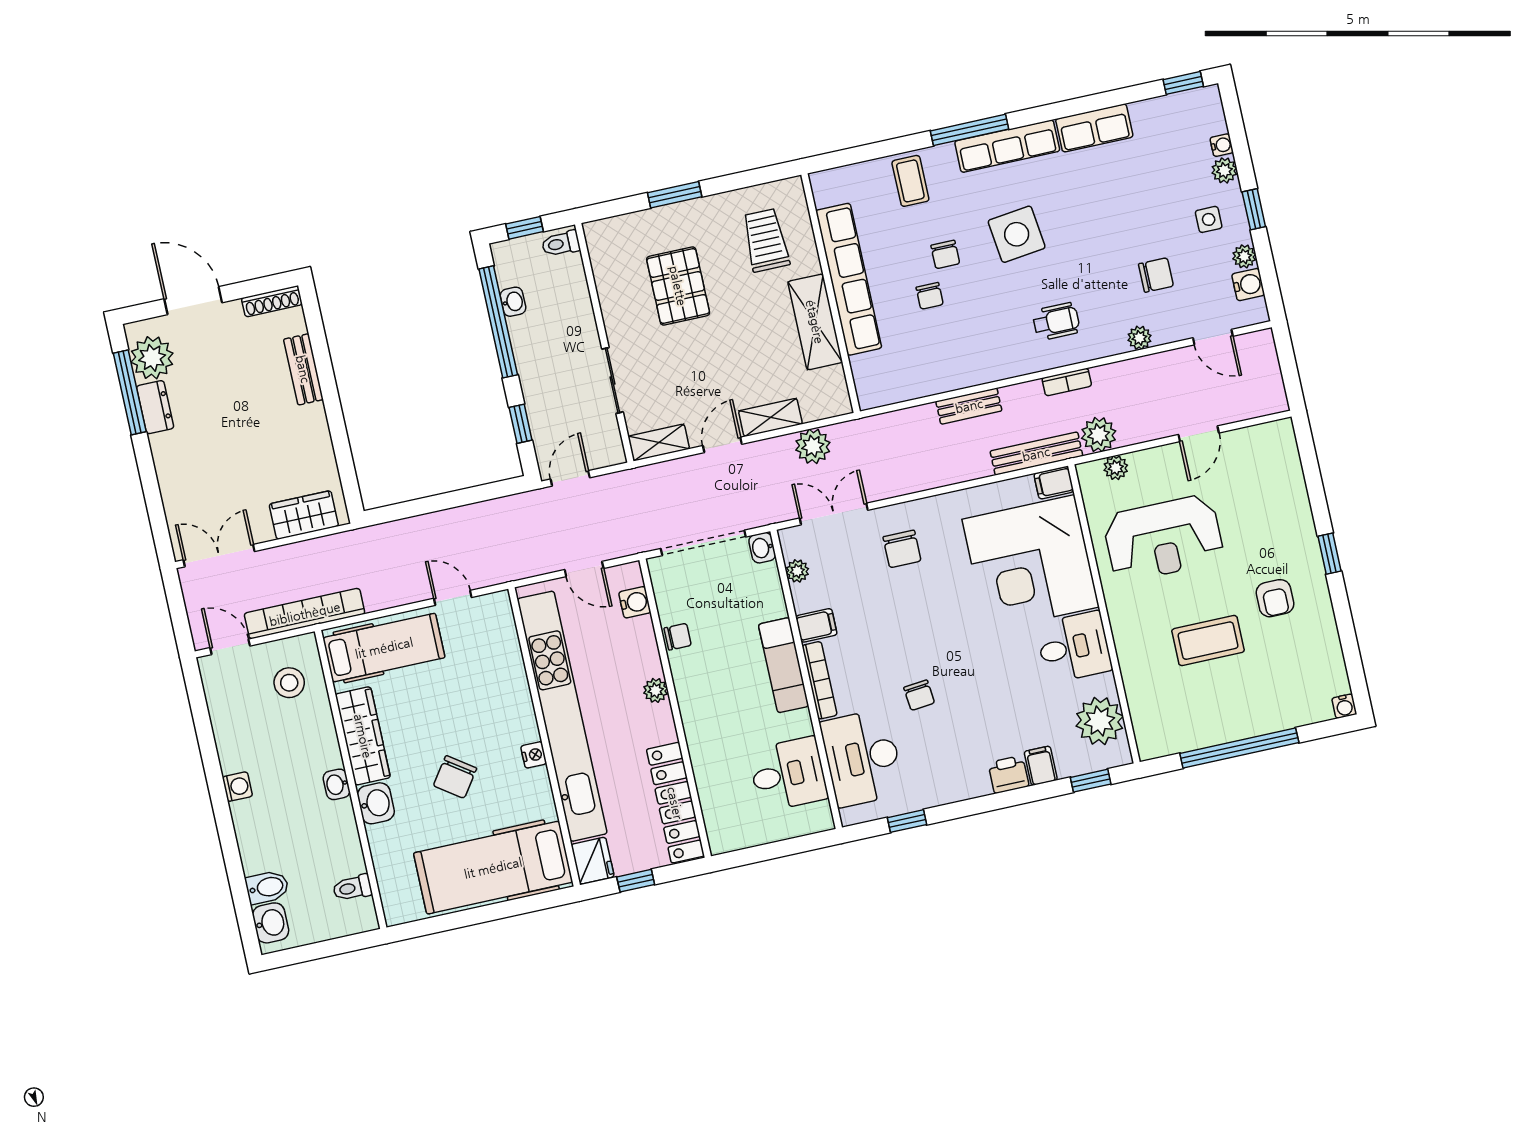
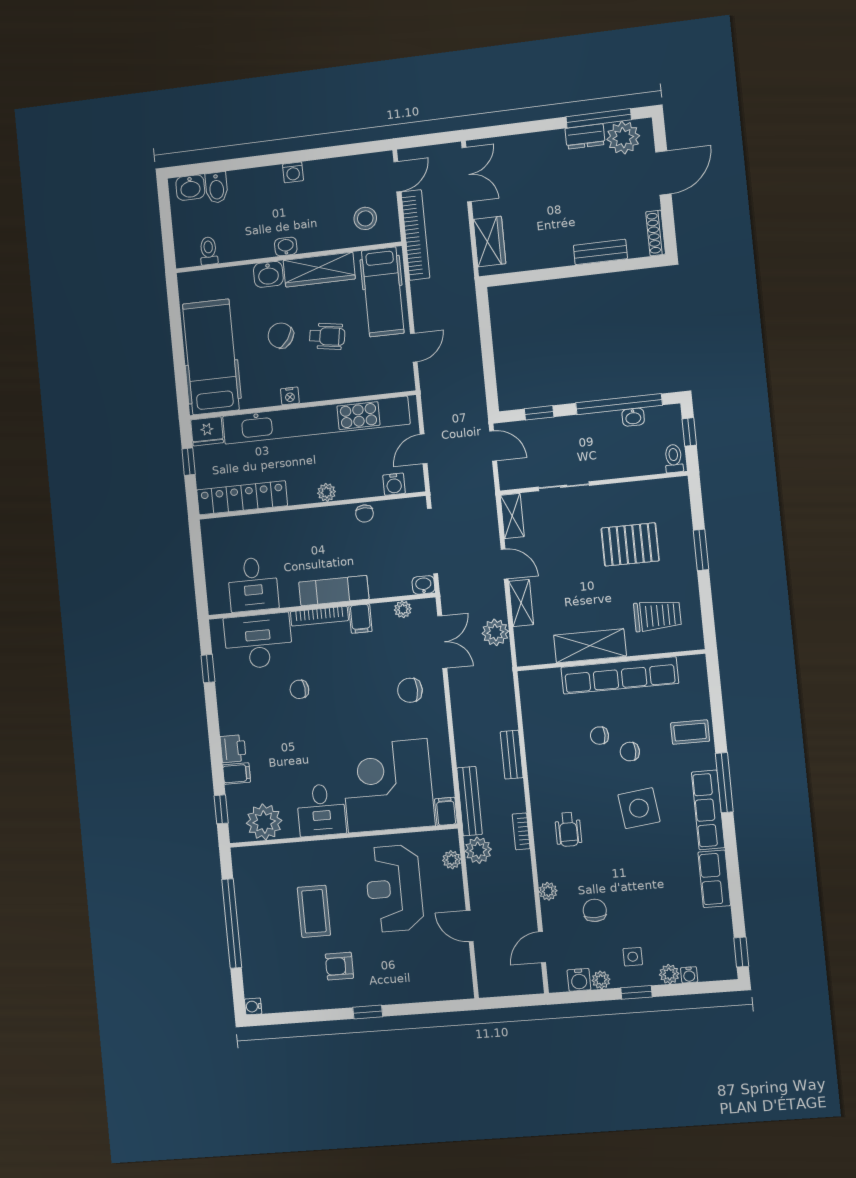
chair: (1156, 275) -> (595, 910), turned 180
wheelchair: (450, 715) -> (327, 336), added

